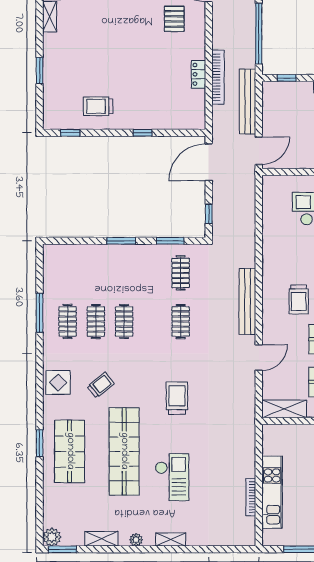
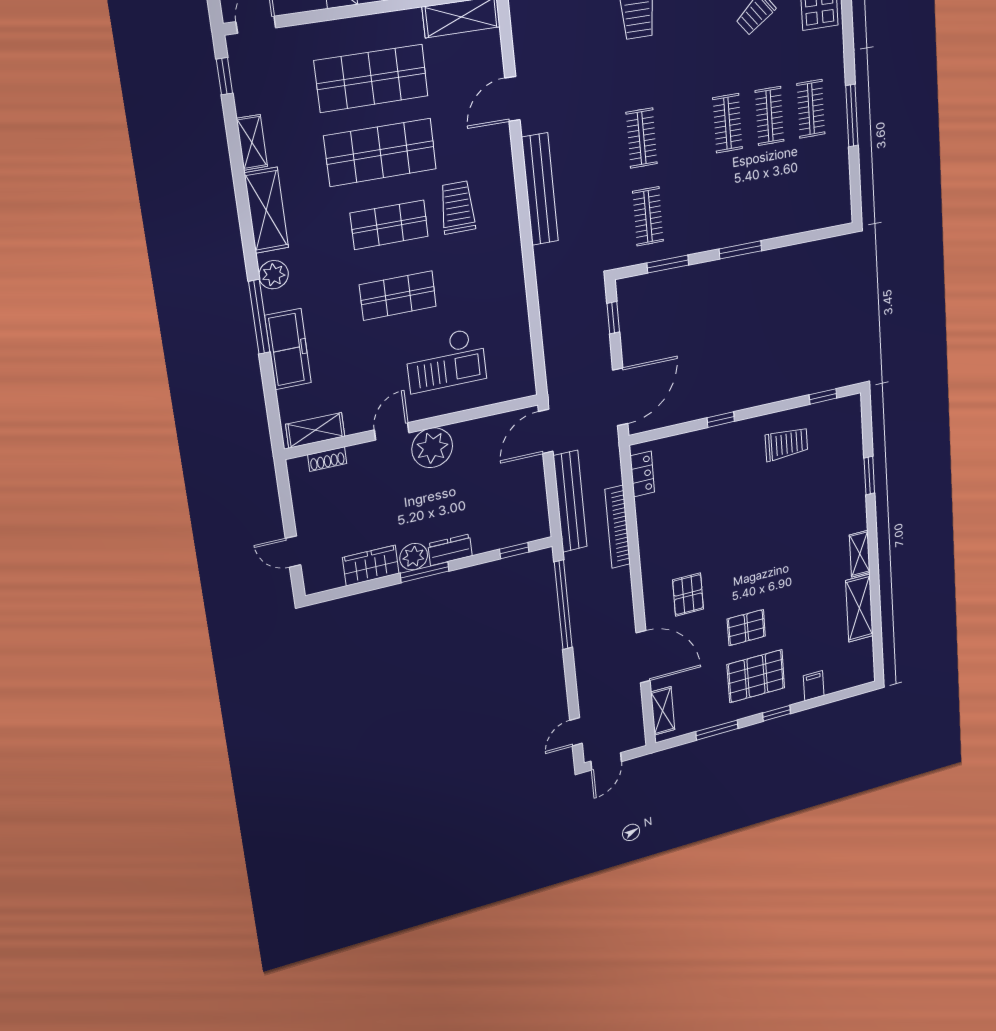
locker: (198, 74) -> (642, 474), moved

